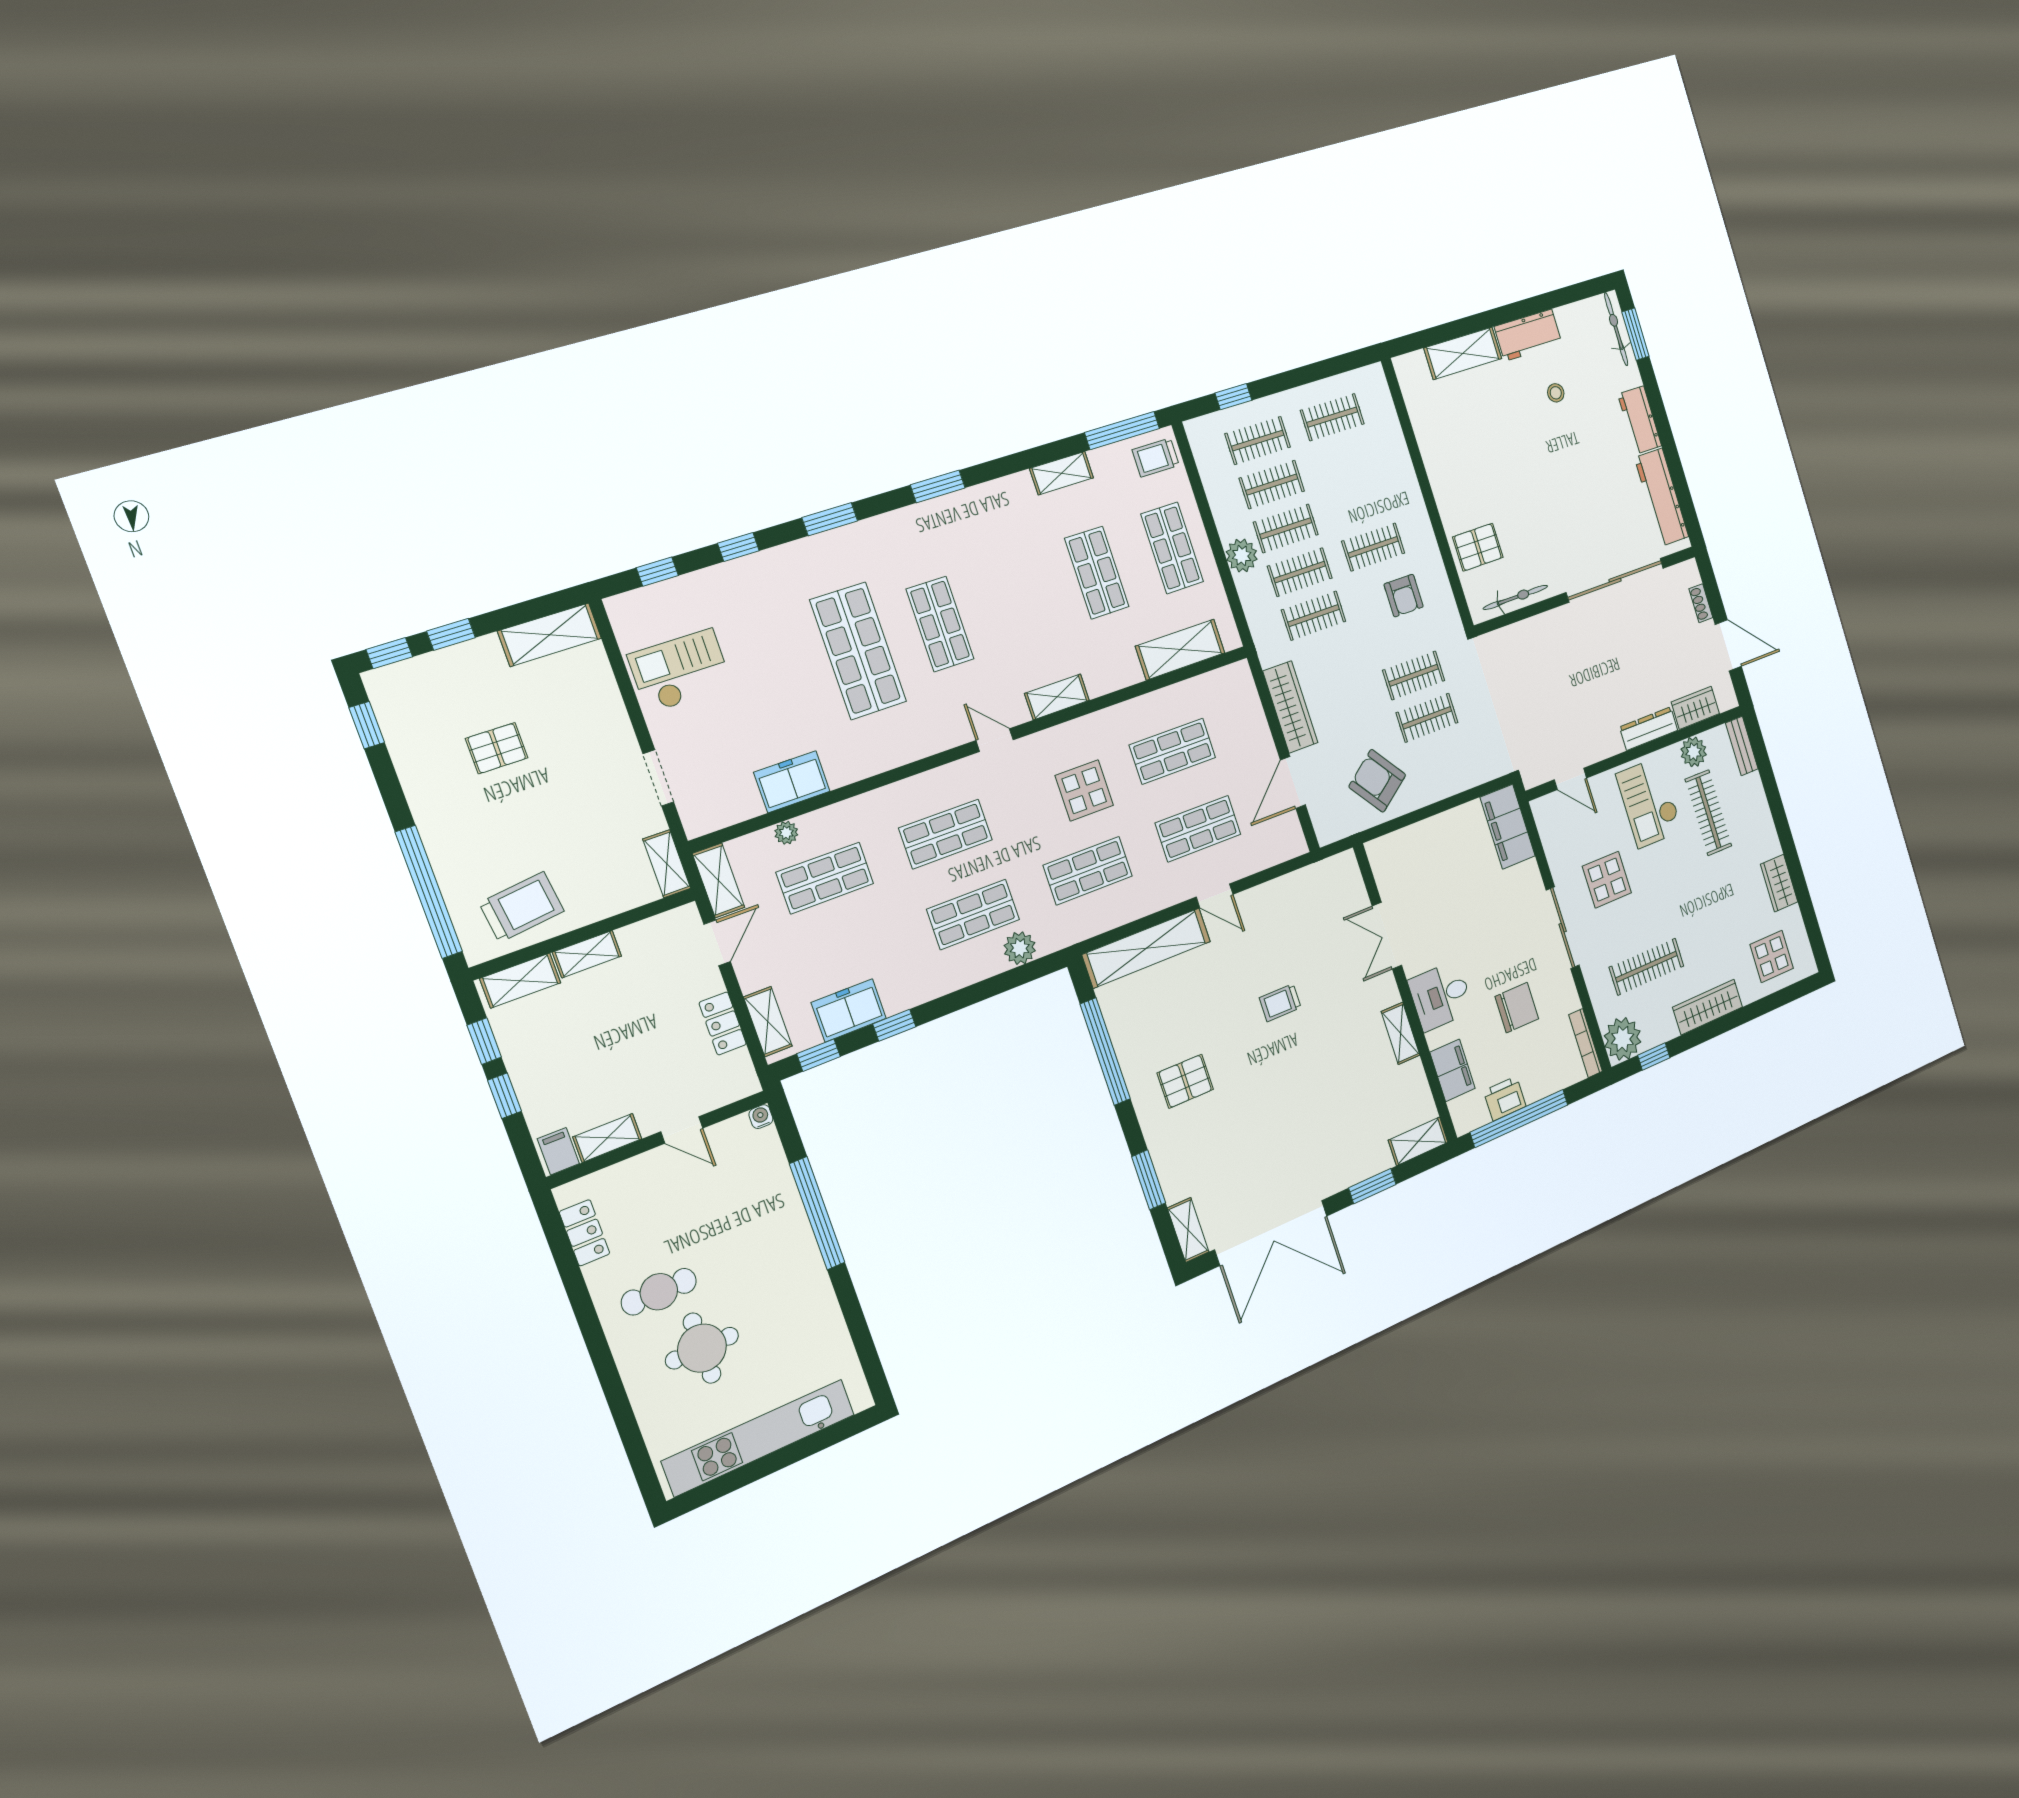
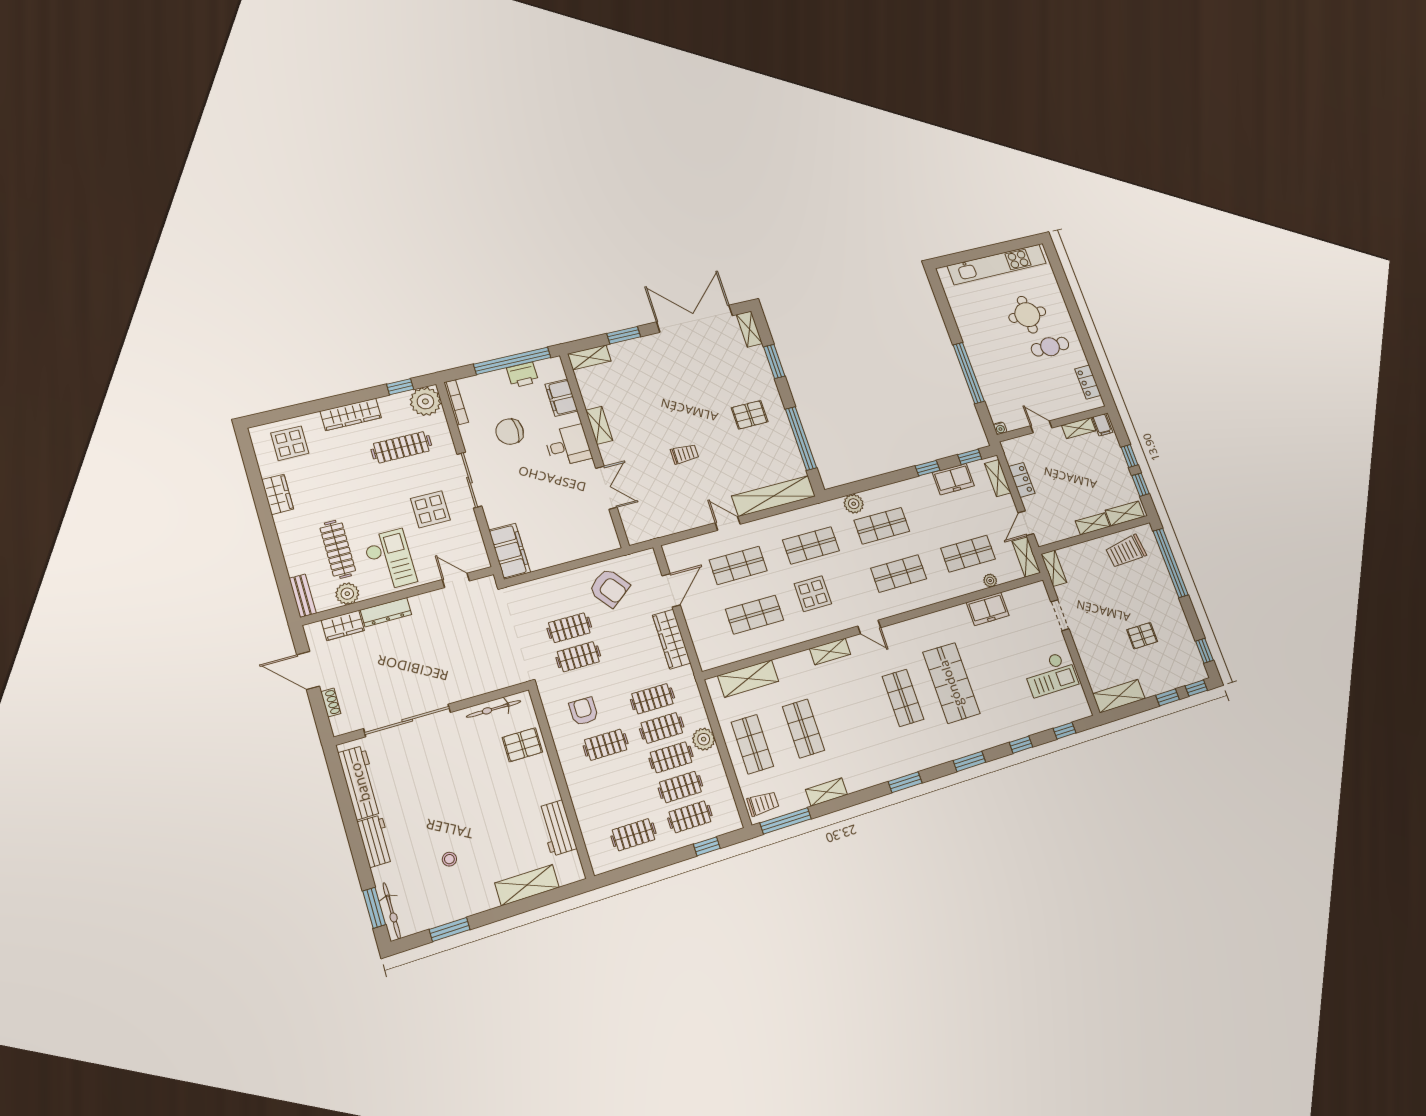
window: (1550, 300) -> (450, 929), added
workbench: (1528, 335) -> (557, 828), moved, turned -90

